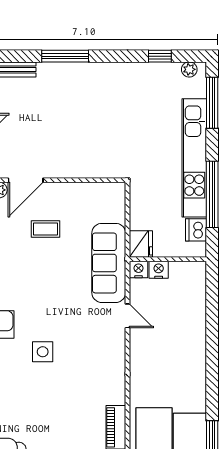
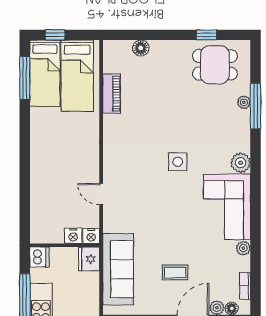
dishwasher: (196, 230) -> (39, 257), moved
sofa: (109, 263) -> (118, 269), moved

